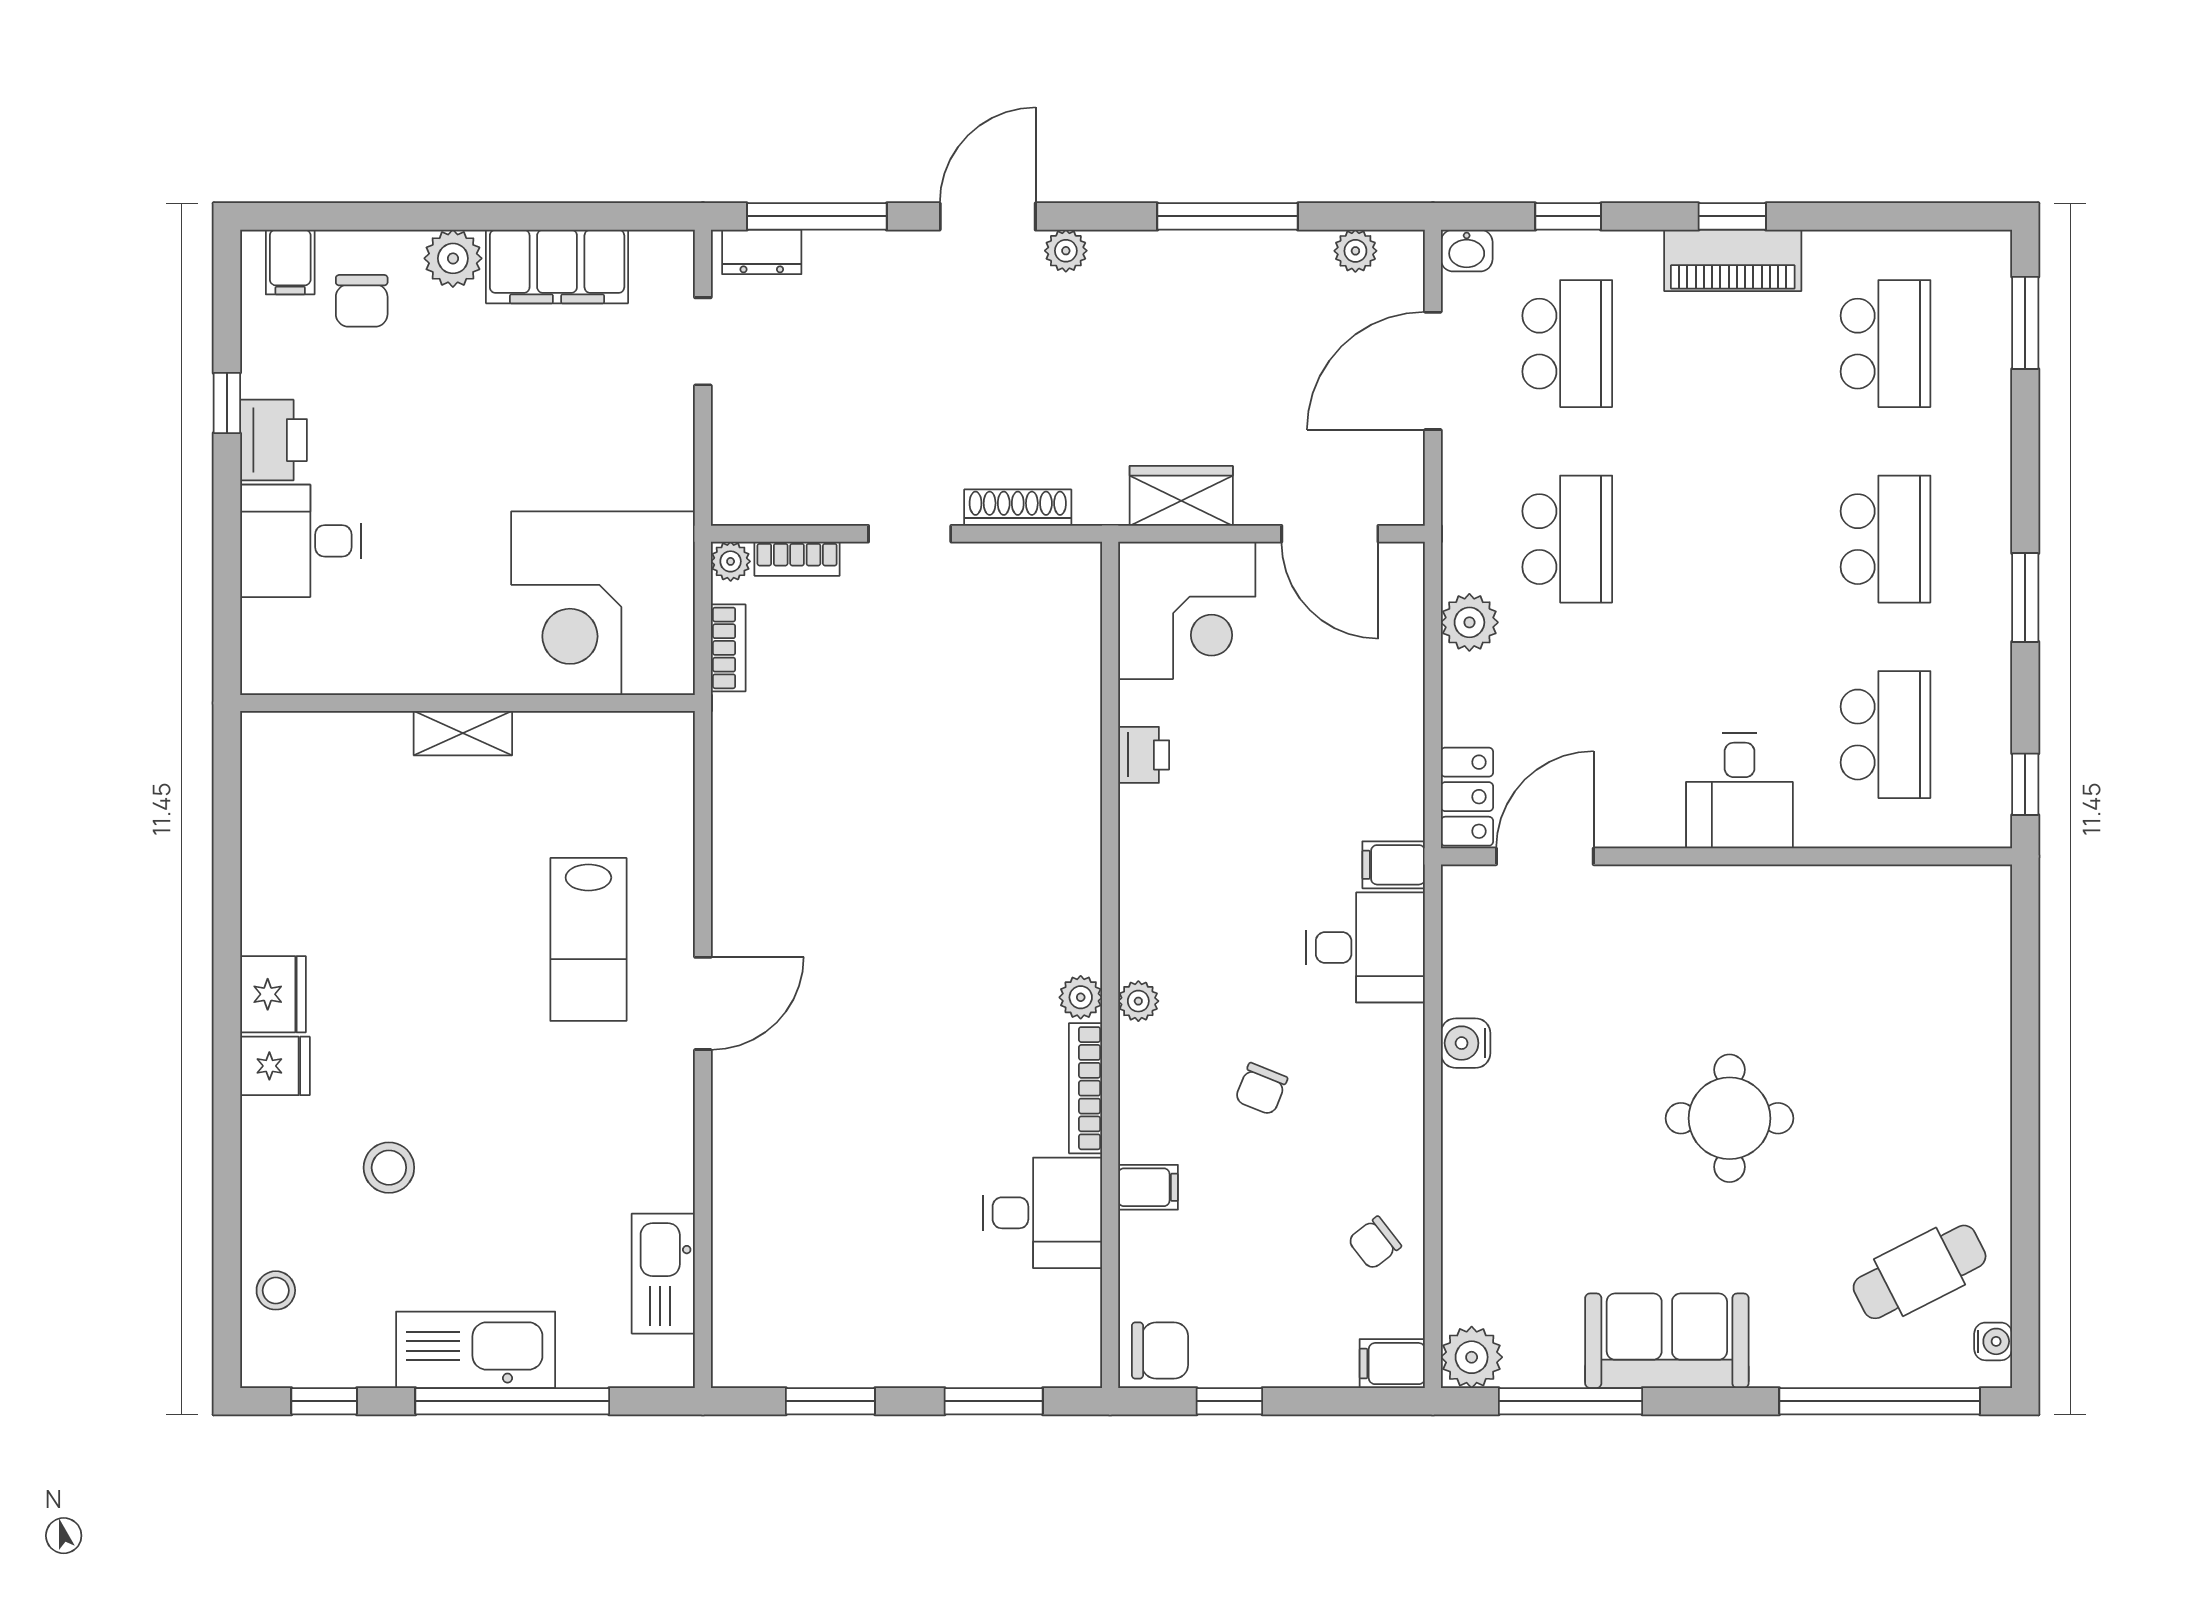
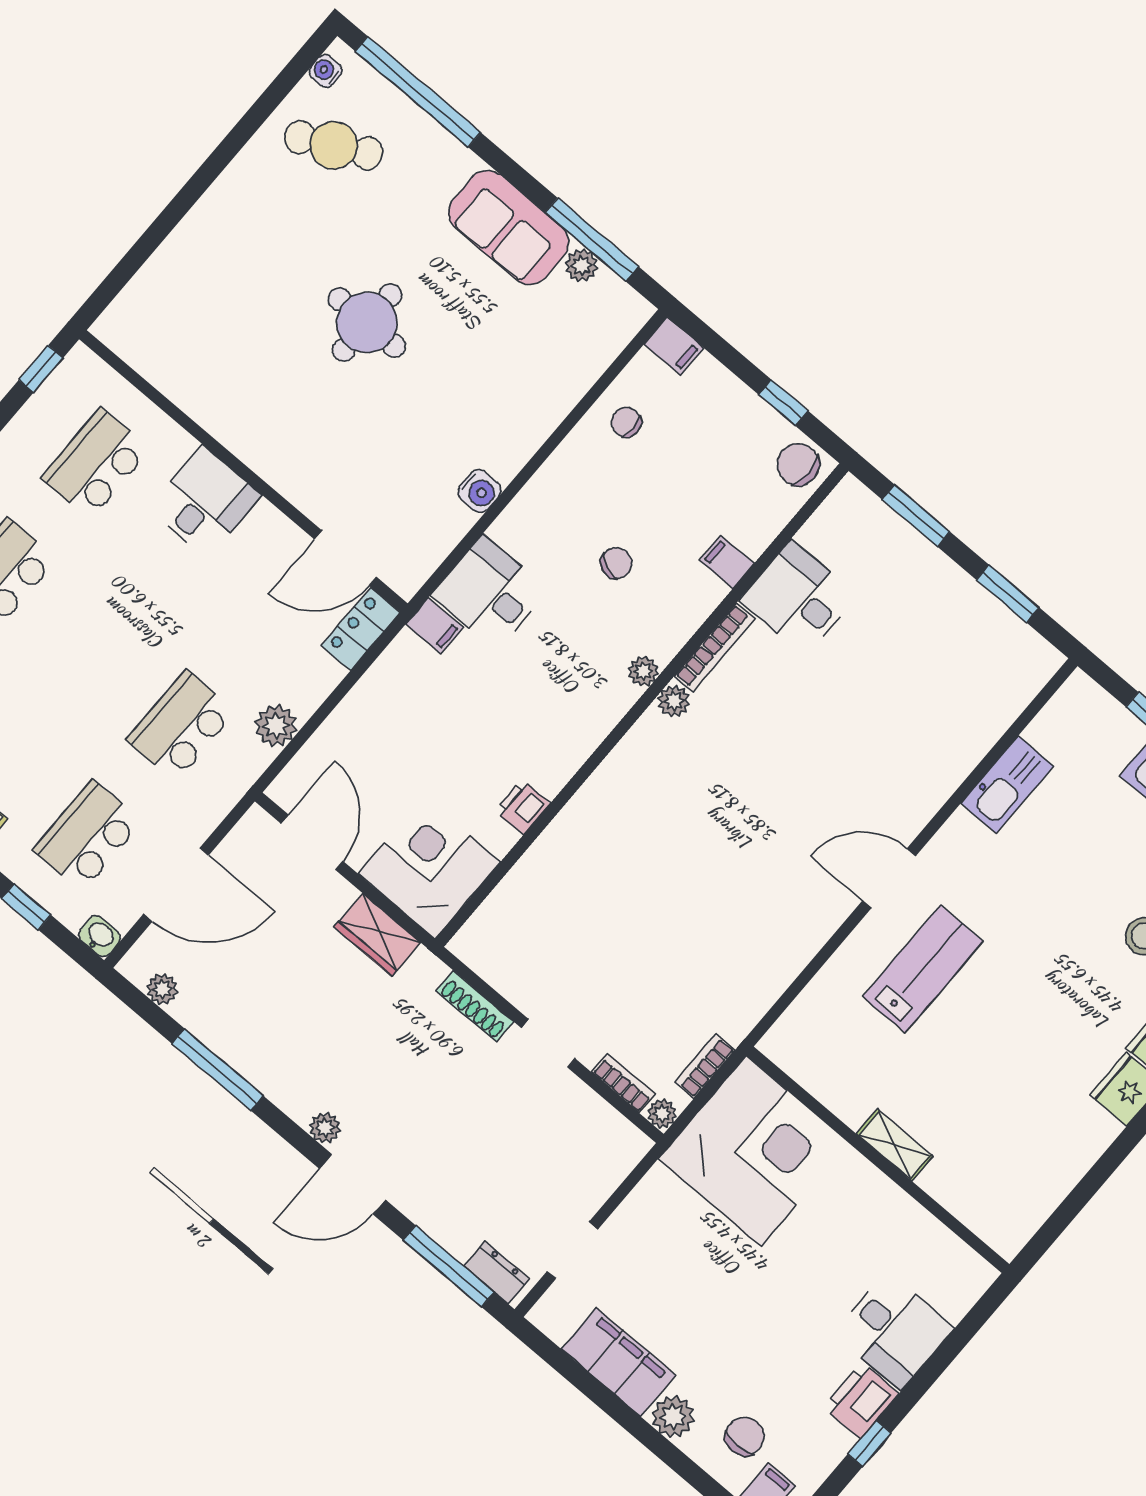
chair: (1374, 1243) -> (626, 422), turned -142
kitchen sink: (663, 1274) -> (1007, 785), moved
plant: (1472, 1357) -> (581, 265), moved, width x0.73, depth x0.73

